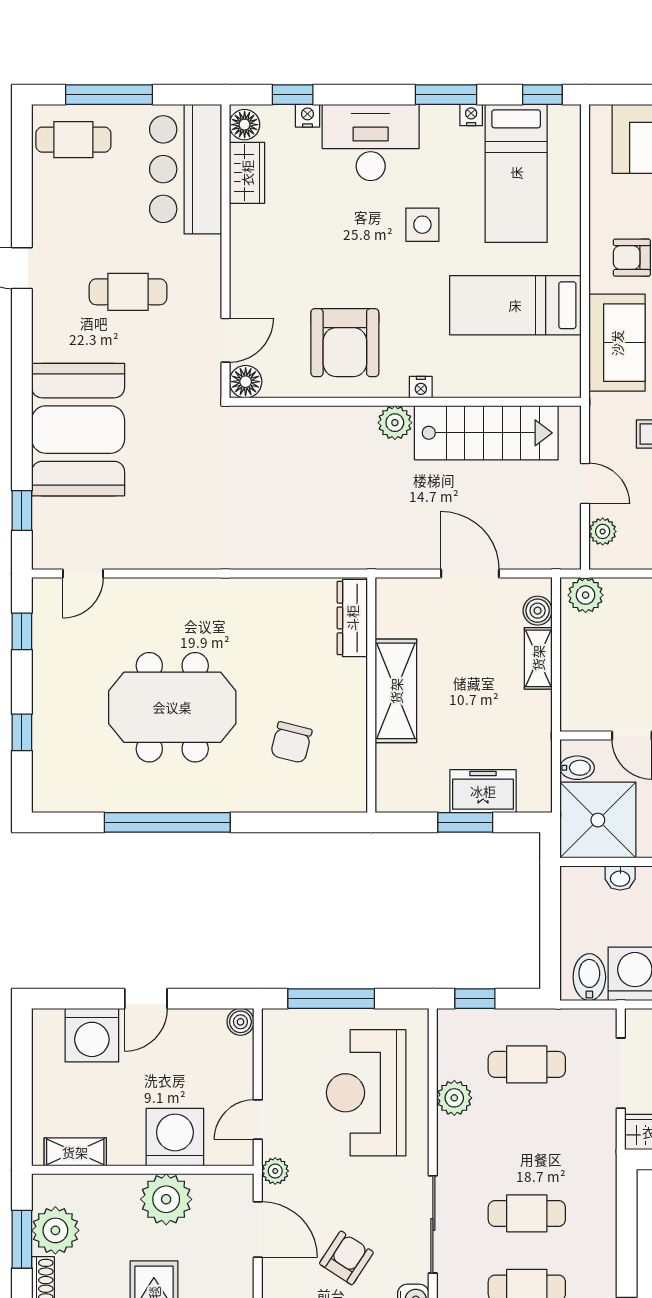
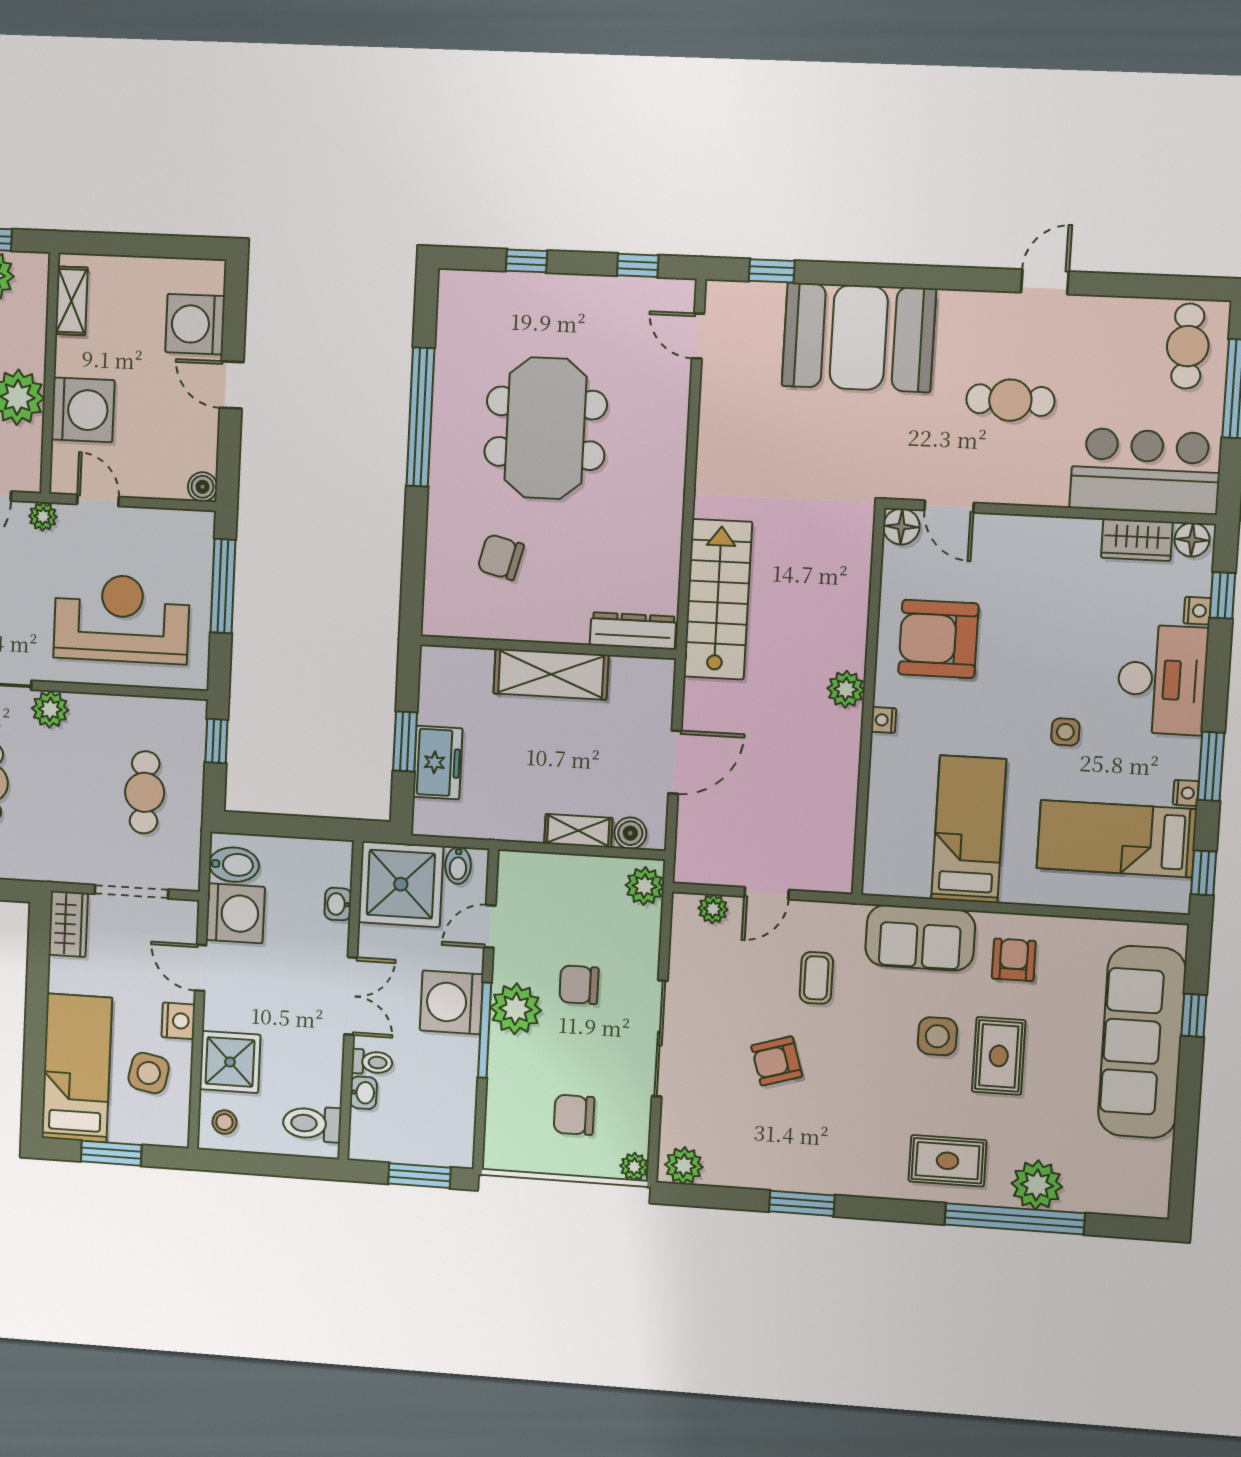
side table: (422, 225) -> (1065, 732), width x0.73, depth x0.73
cafe table: (128, 292) -> (1010, 400), turned 90
stairs: (486, 433) -> (718, 599), moved, turned 180
plant: (454, 1098) -> (50, 709), moved

